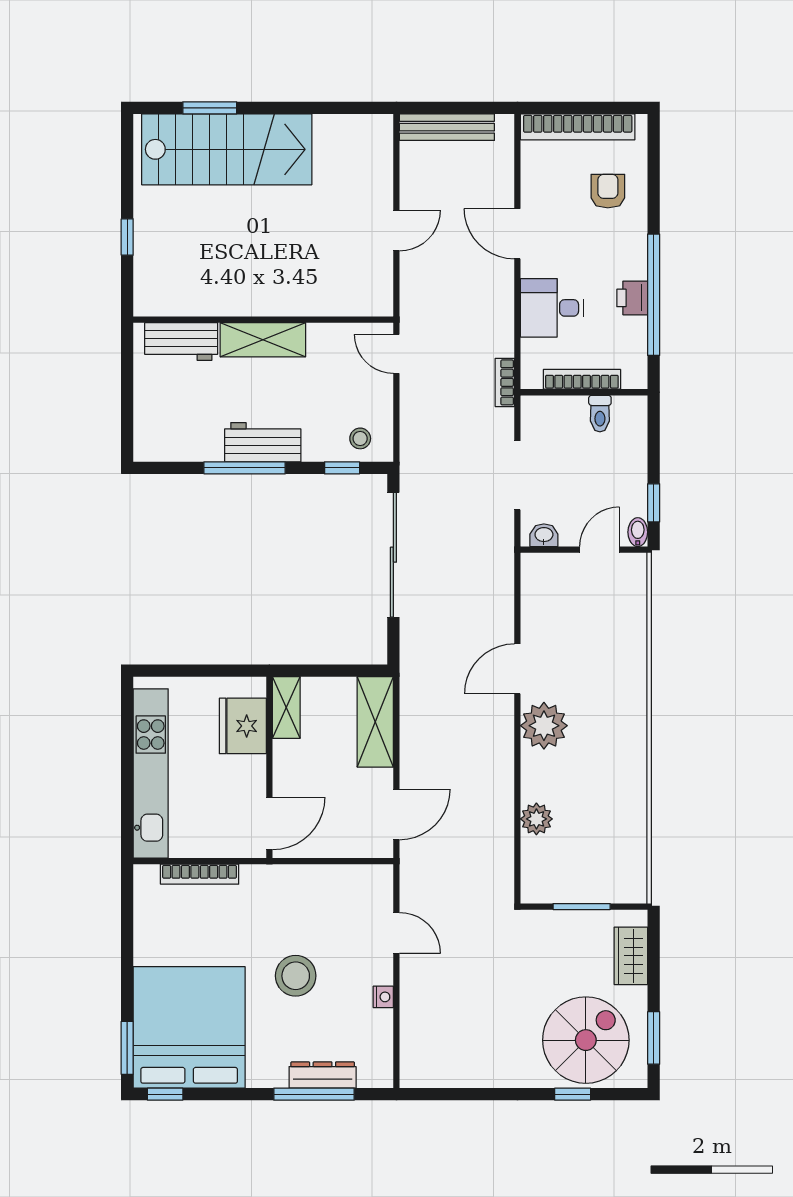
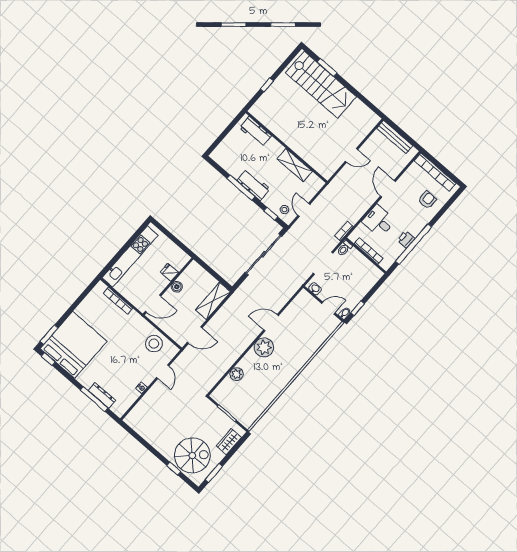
shelving: (263, 340) -> (295, 165), moved
door: (396, 354) -> (304, 210), moved
toilet: (600, 414) -> (344, 248), moved
shelving: (286, 707) -> (189, 273), removed
fridge: (243, 726) -> (169, 272), width x0.53, depth x0.75
boiler: (286, 754) -> (177, 287), added
stool: (296, 976) -> (154, 344), moved

